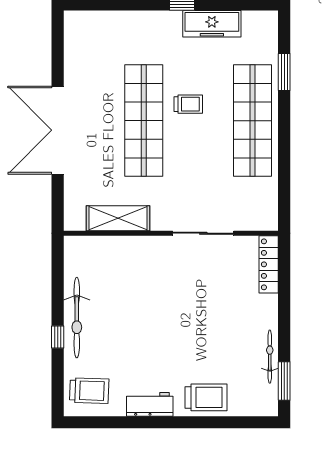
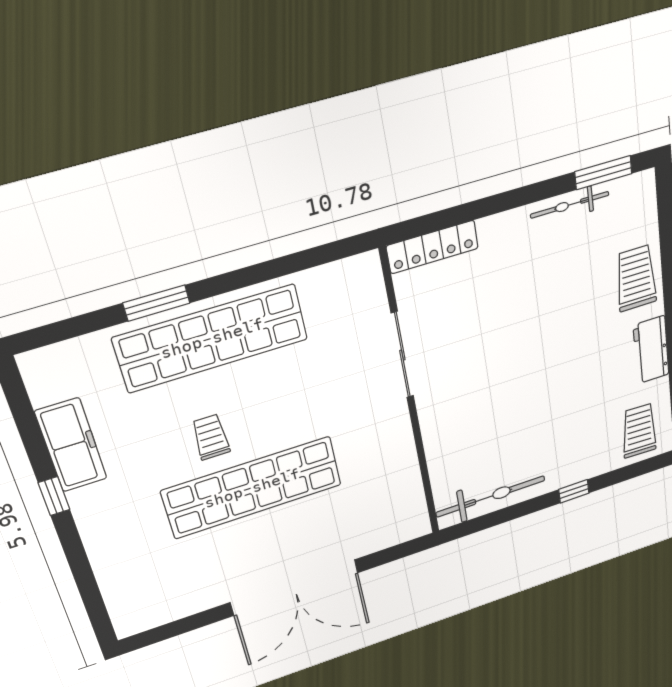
window: (284, 72) -> (156, 303), moved
shelving: (118, 218) -> (402, 473), removed
bicycle: (77, 318) -> (491, 496), moved

